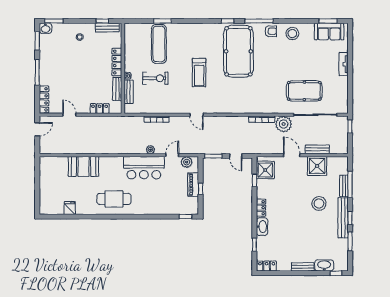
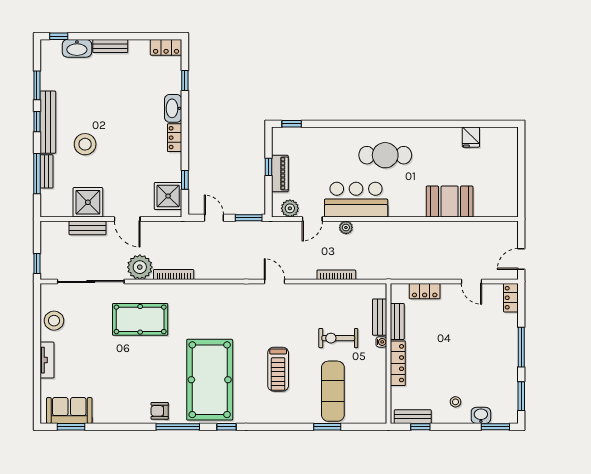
washbasin: (45, 28) -> (481, 415), moved
stool: (292, 34) -> (54, 321), moved
treadmill: (199, 73) -> (278, 369), moved, turned 180
pool table: (304, 91) -> (140, 319), moved
locker: (44, 99) -> (511, 298), width x0.66
cafe table: (114, 199) -> (385, 155), moved

